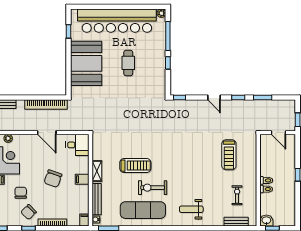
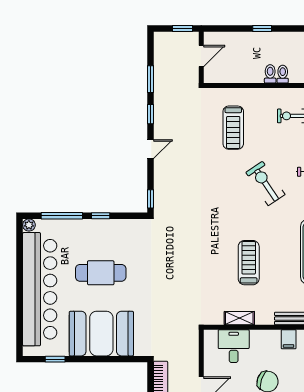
cafe table: (128, 63) -> (101, 273), width x1.37, depth x1.35
desk: (77, 145) -> (234, 346), moved
treadmill: (229, 155) -> (233, 128), turned 90
shelving: (97, 171) -> (239, 318), moved
filing cabinet: (82, 179) -> (289, 339), moved
exercise bike: (153, 188) -> (265, 183), moved, turned 146

